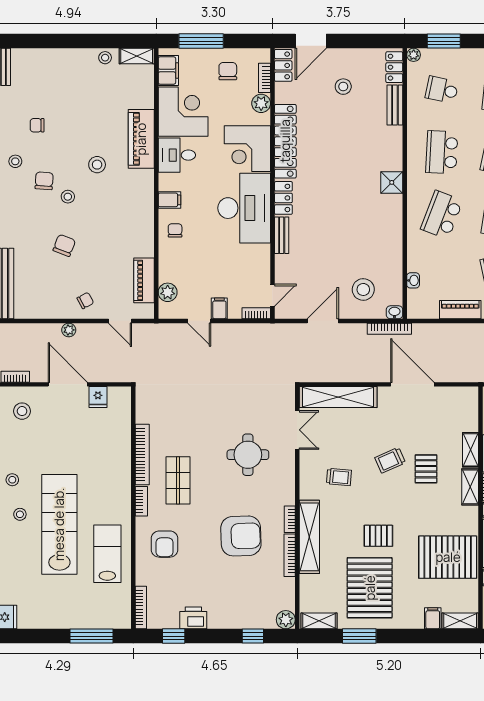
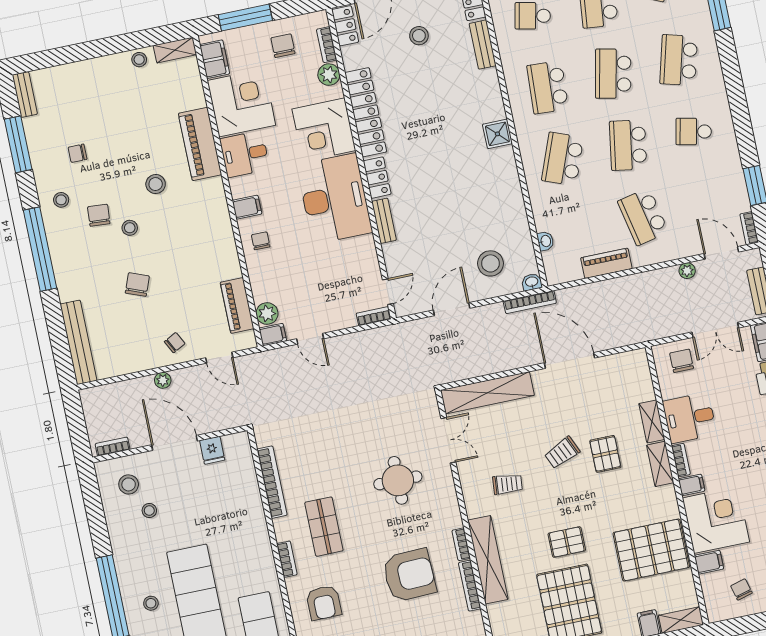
filing cabinet: (219, 308) -> (273, 335), moved, turned 90
bookcase: (142, 455) -> (272, 482), moved
stool: (12, 480) -> (149, 511), moved

